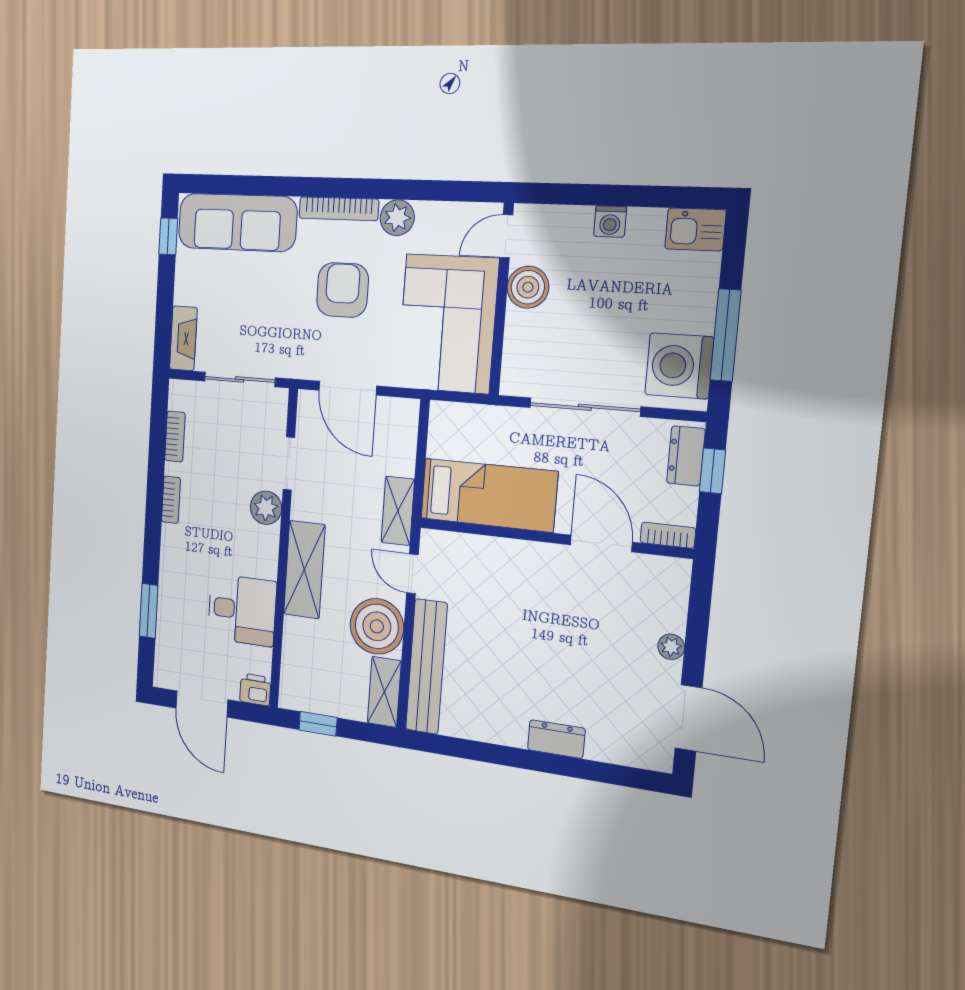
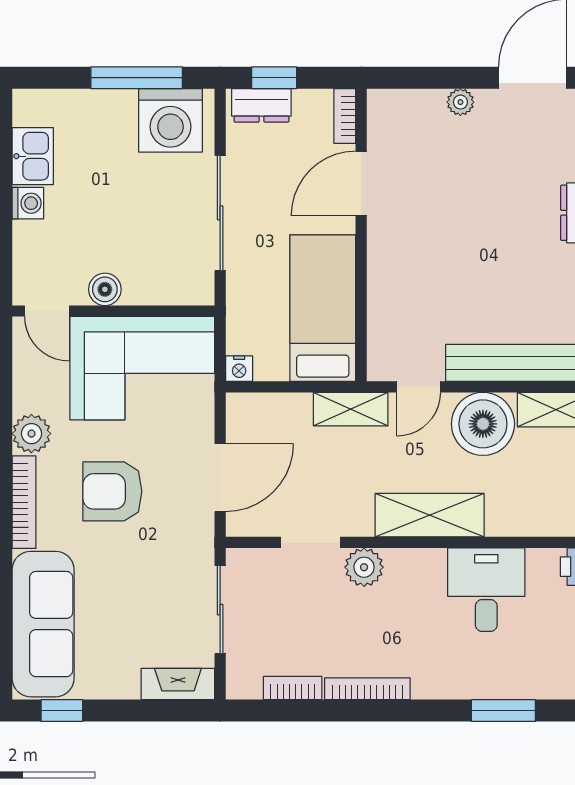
kitchen sink: (695, 229) -> (33, 156), moved
boiler: (528, 287) -> (105, 289), width x0.73, depth x0.73
nightstand: (440, 413) -> (239, 369), added
bookcase: (171, 500) -> (367, 689), width x1.56

